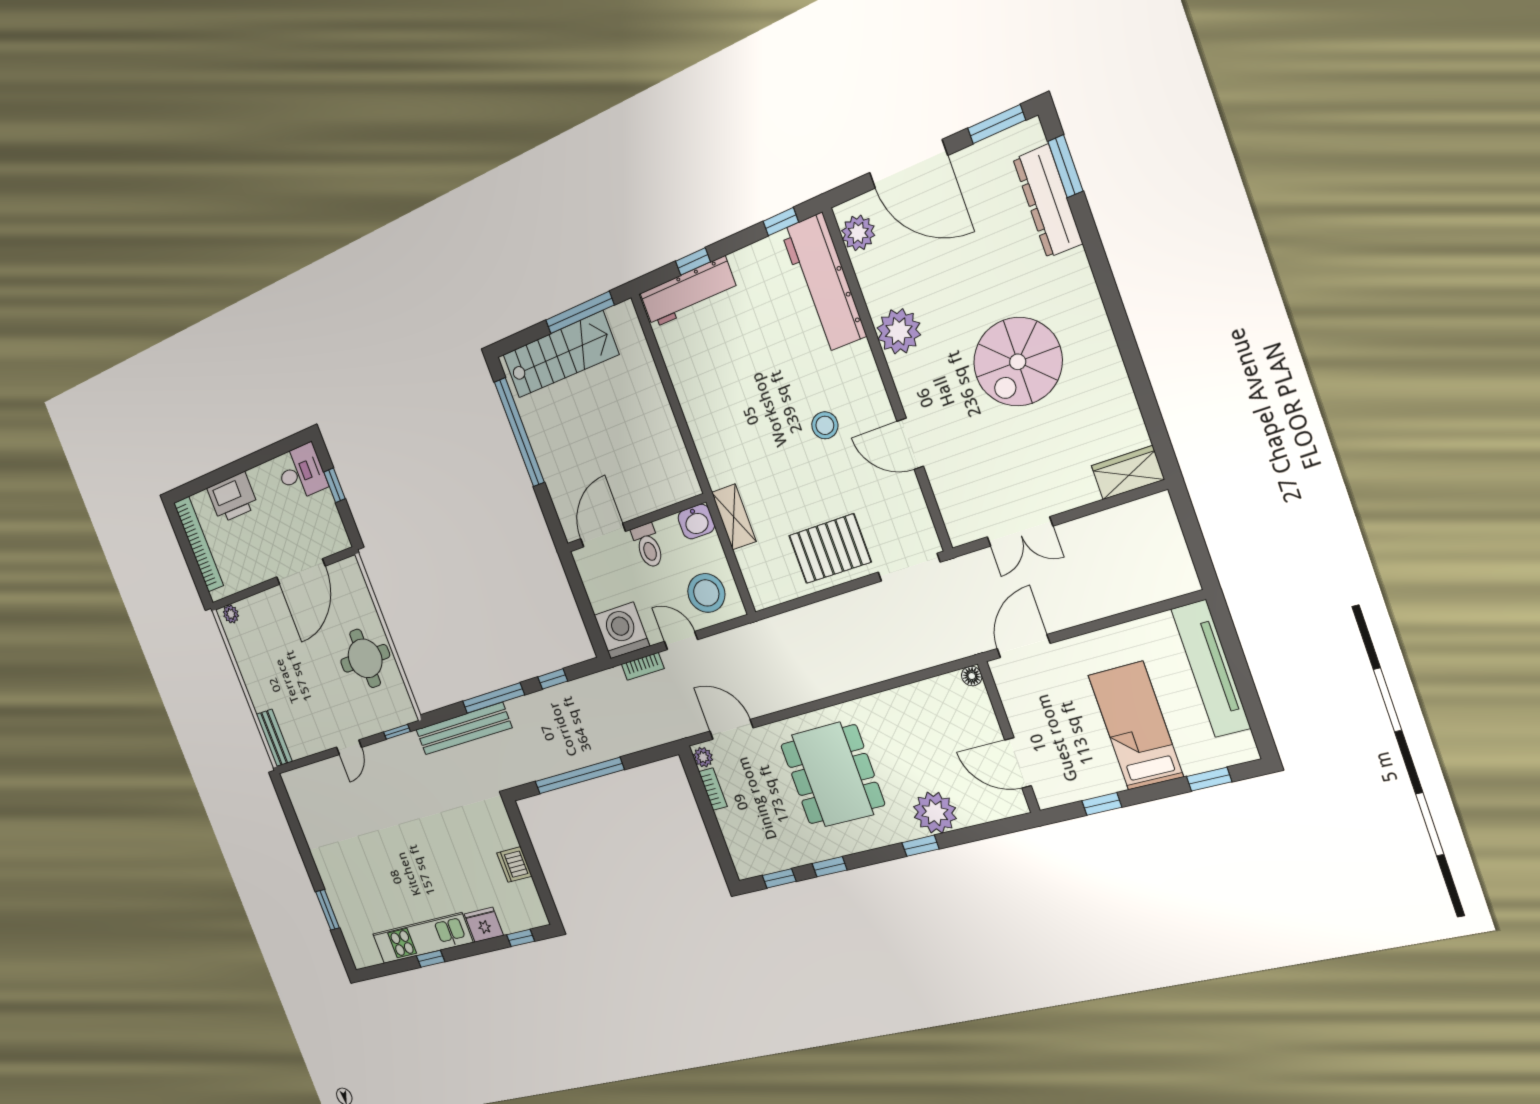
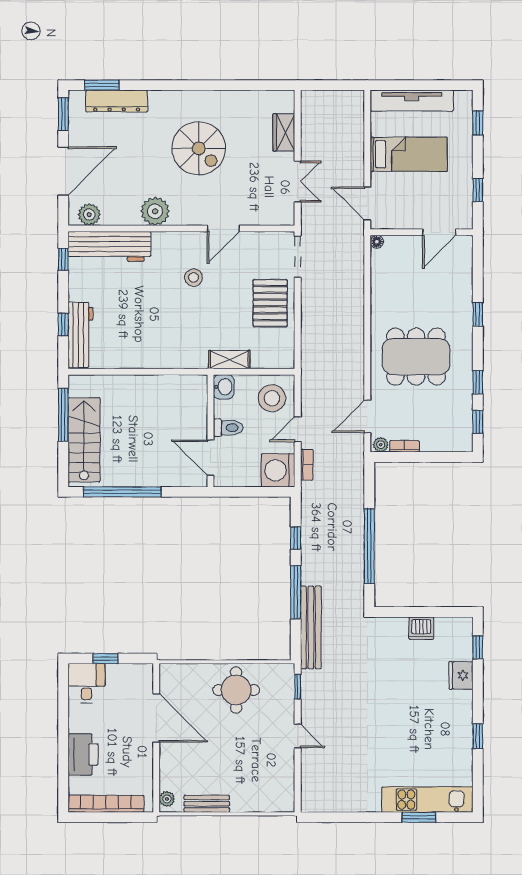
wardrobe: (1128, 473) -> (284, 132), moved
bed: (1136, 726) -> (409, 154), moved, turned 180
bench: (274, 738) -> (207, 804), moved
plant: (935, 813) -> (458, 297), removed
kitchen unit: (422, 938) -> (427, 800), moved, turned 90

